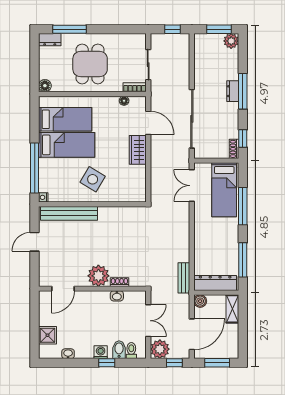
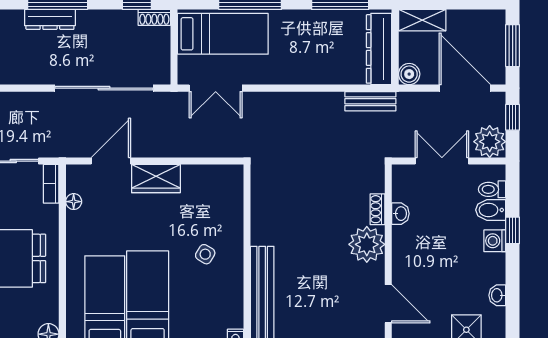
dresser: (233, 91) -> (50, 19), width x1.44
side table: (93, 179) -> (205, 254), width x0.54, depth x0.54

